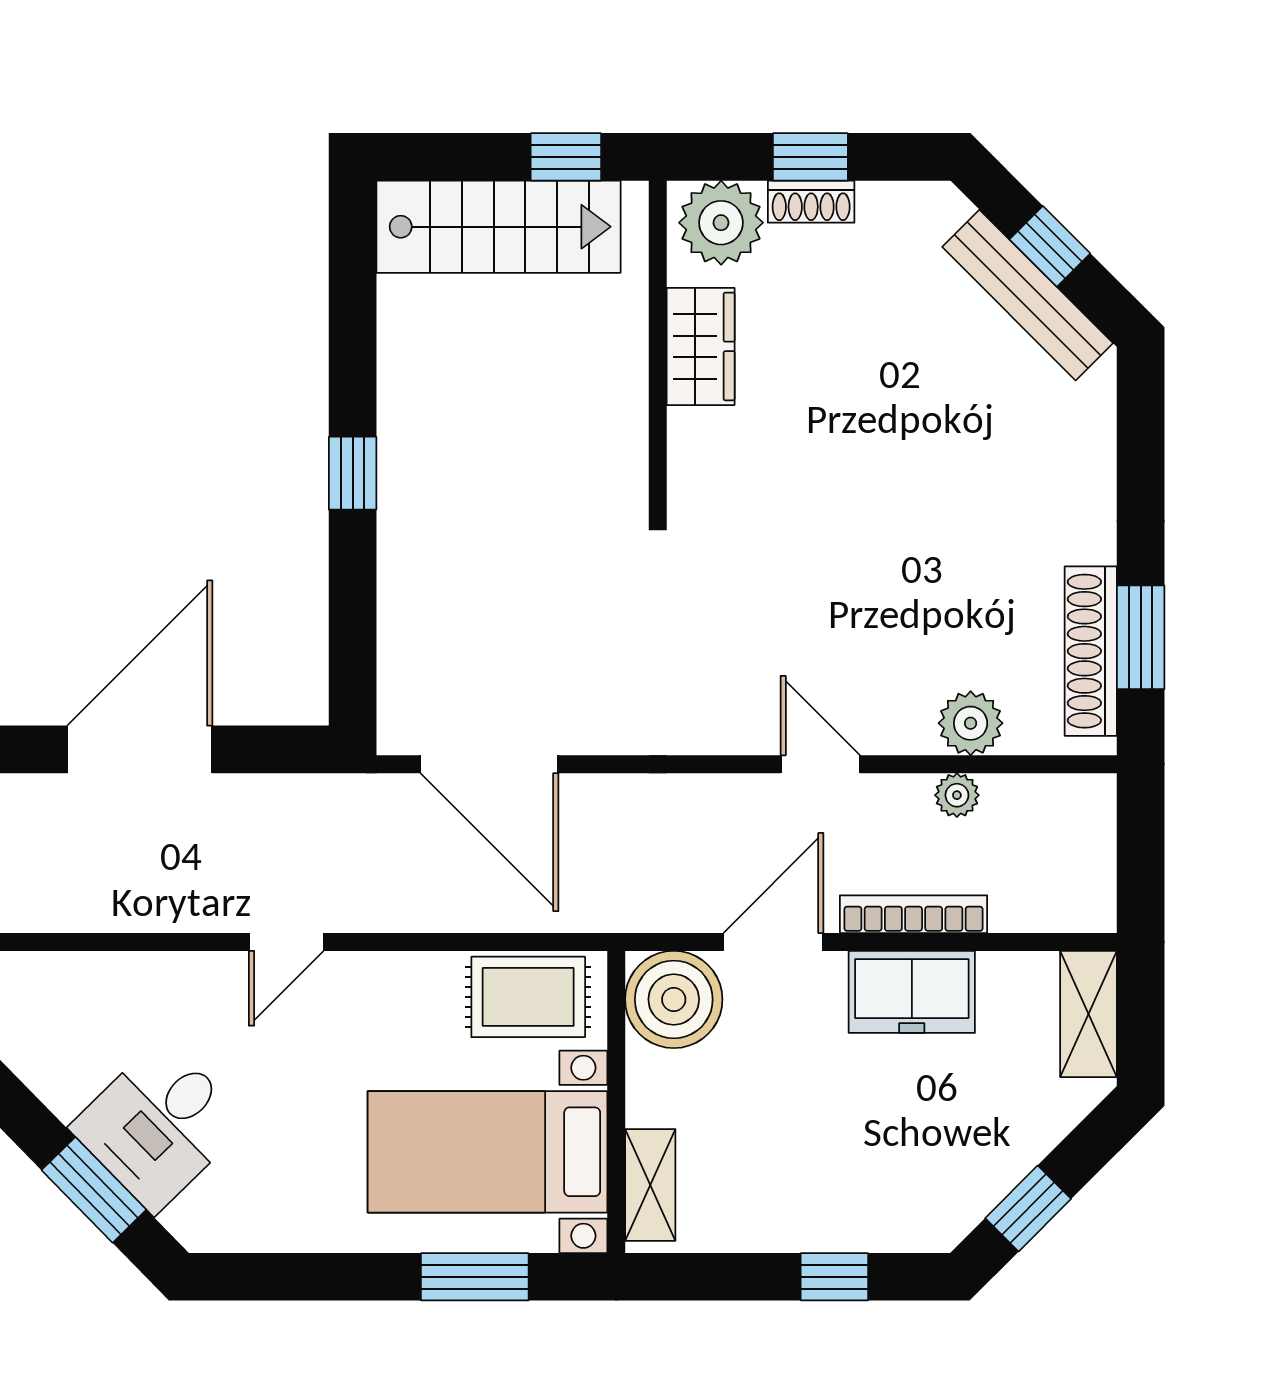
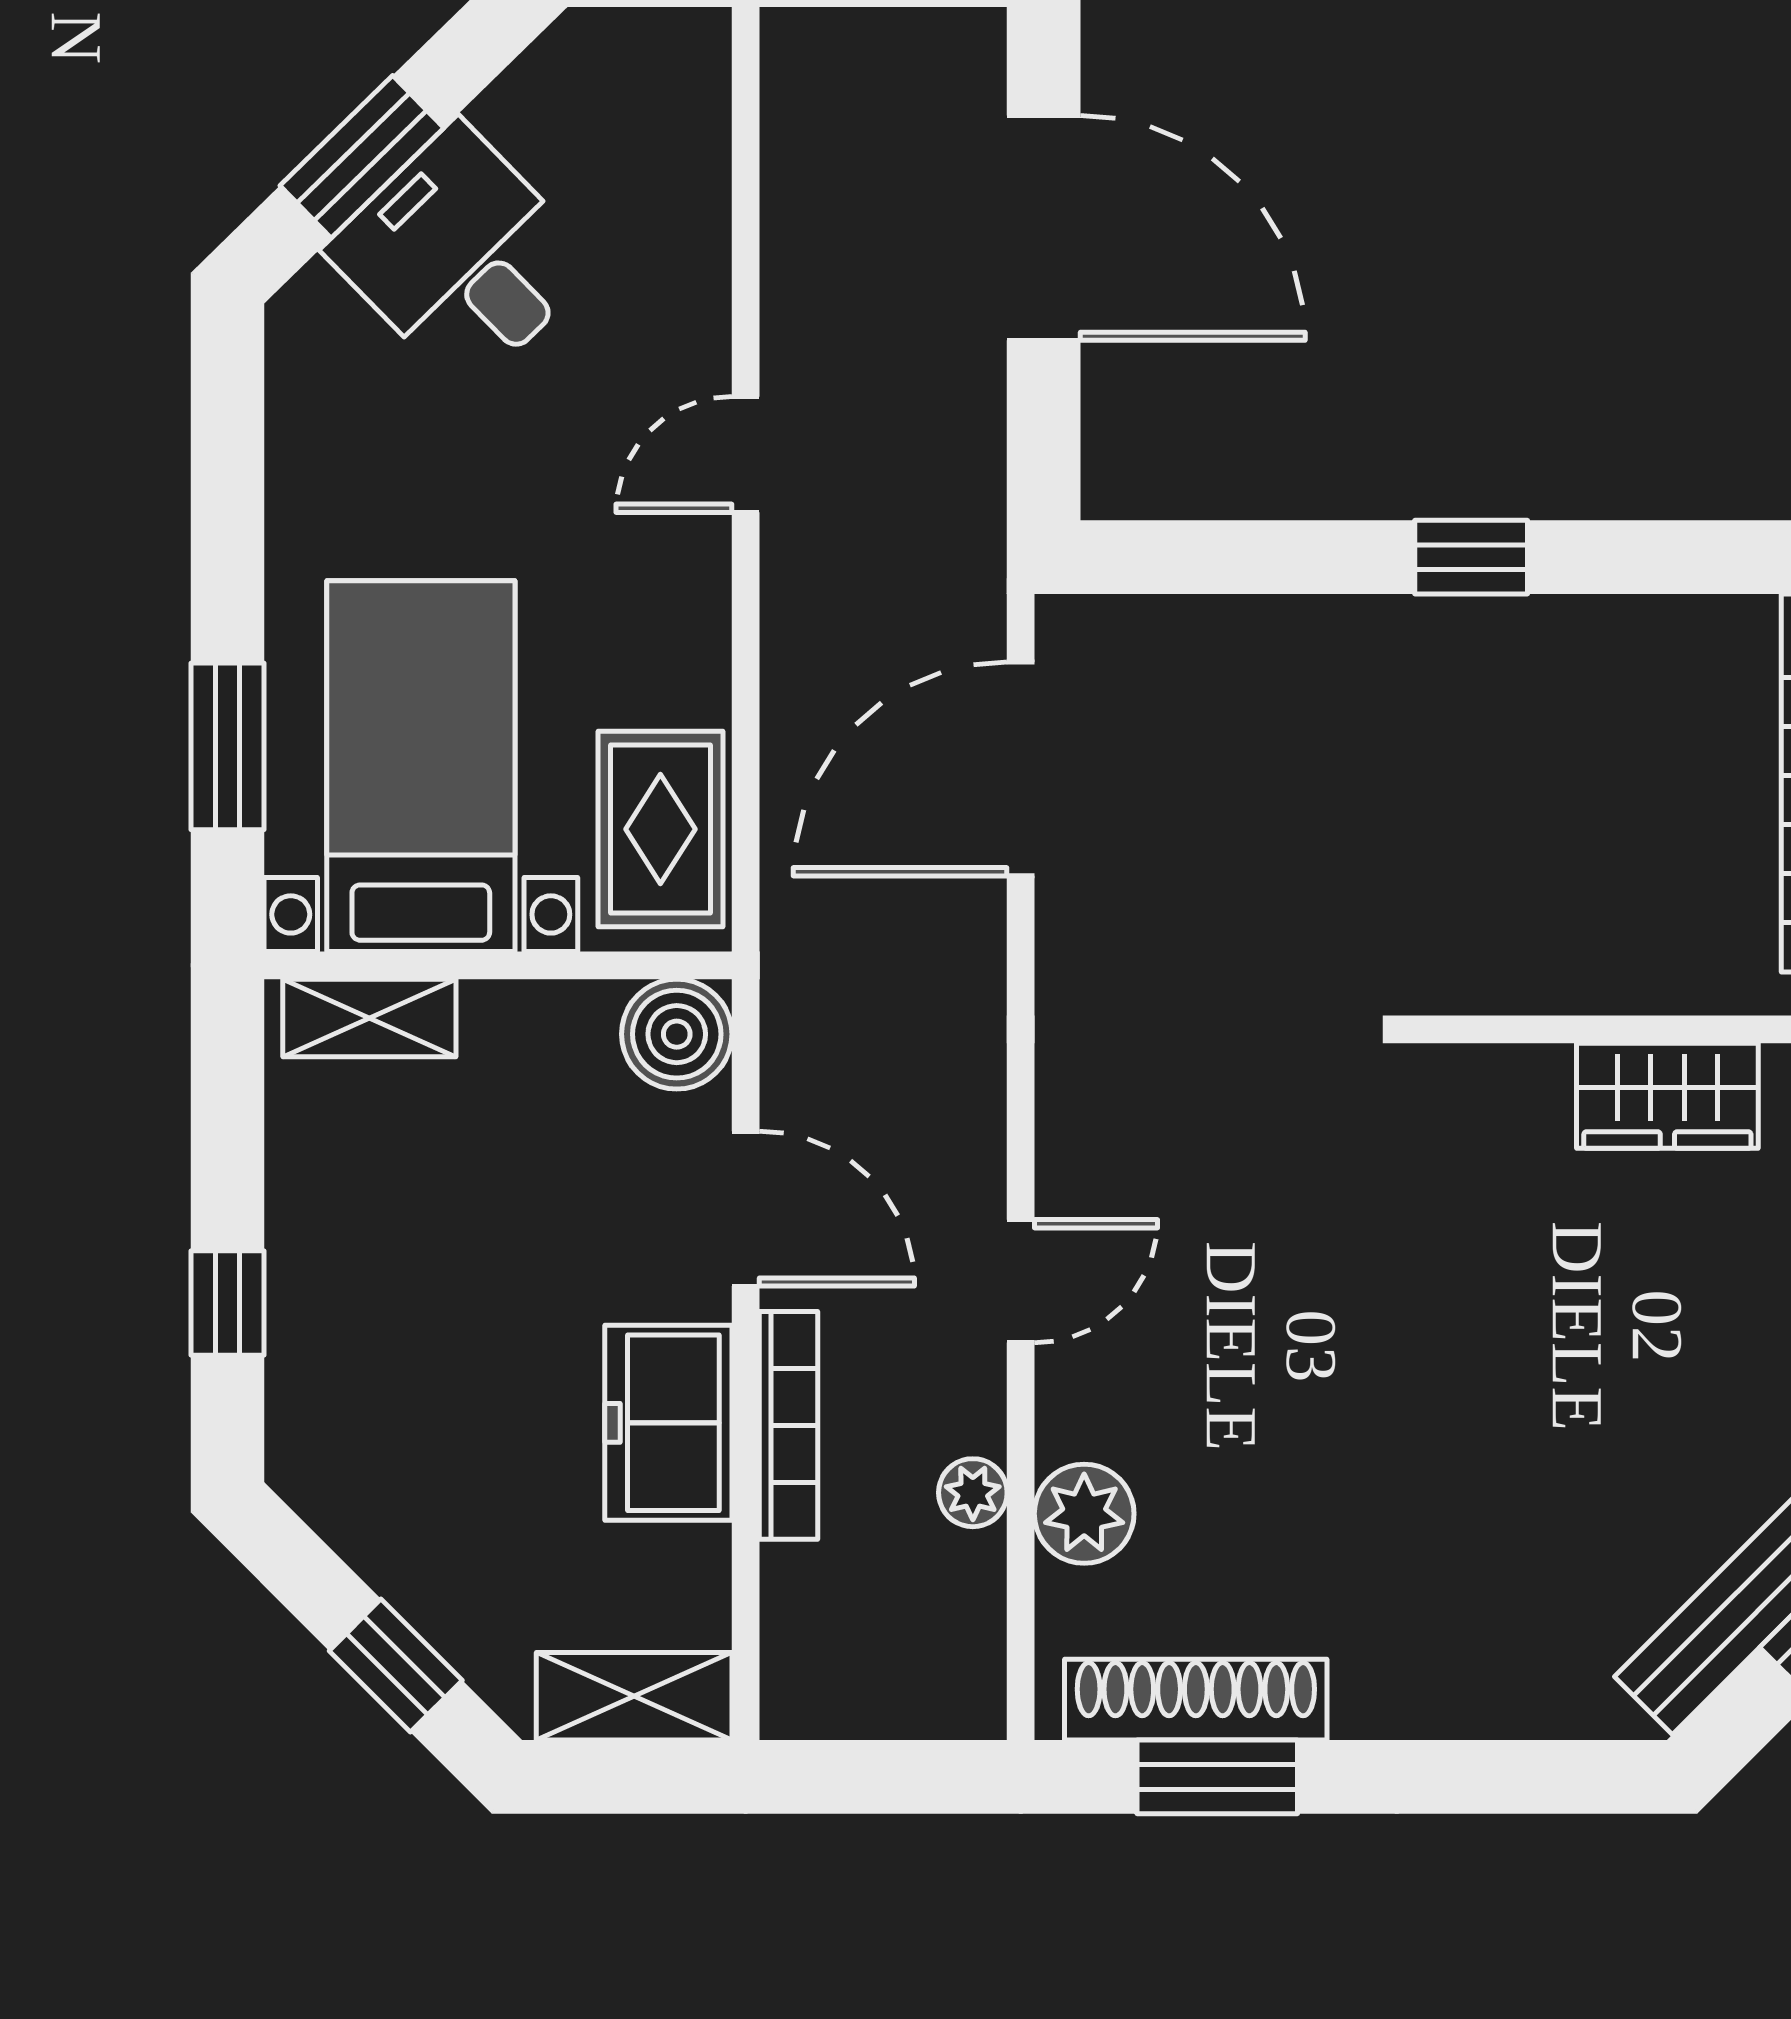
door: (286, 942) -> (746, 455), hinge flipped
boiler: (674, 999) -> (677, 1034), width x0.73, depth x0.73
window: (1028, 1208) -> (396, 1666), moved

